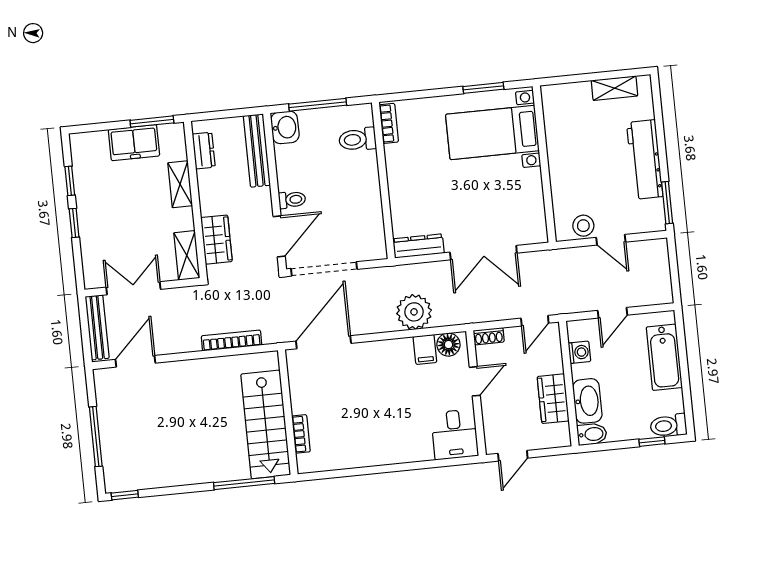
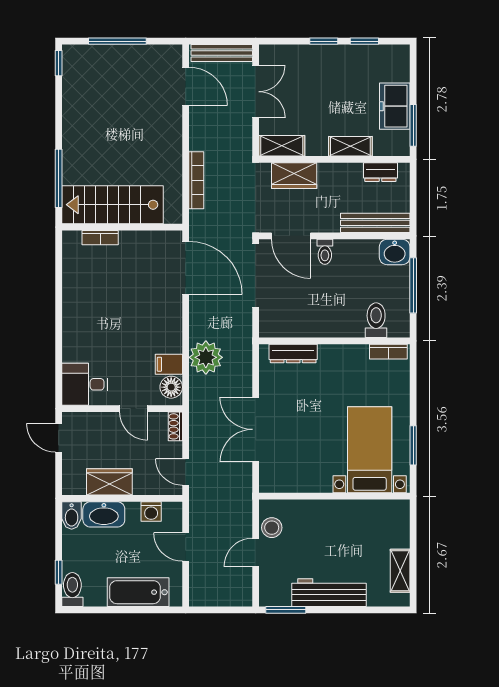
dresser: (419, 246) -> (293, 354), moved, turned 90

